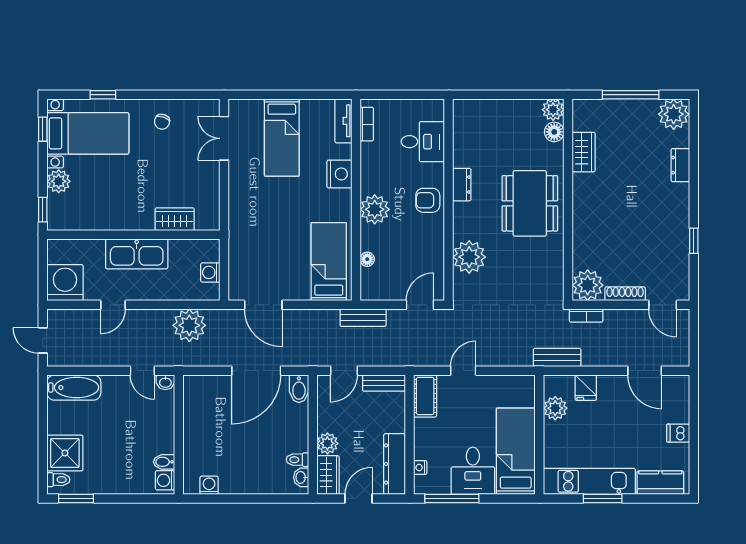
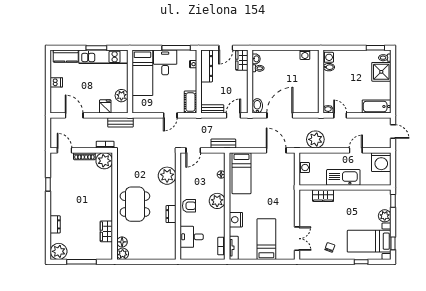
plant: (327, 443) -> (242, 77), removed

